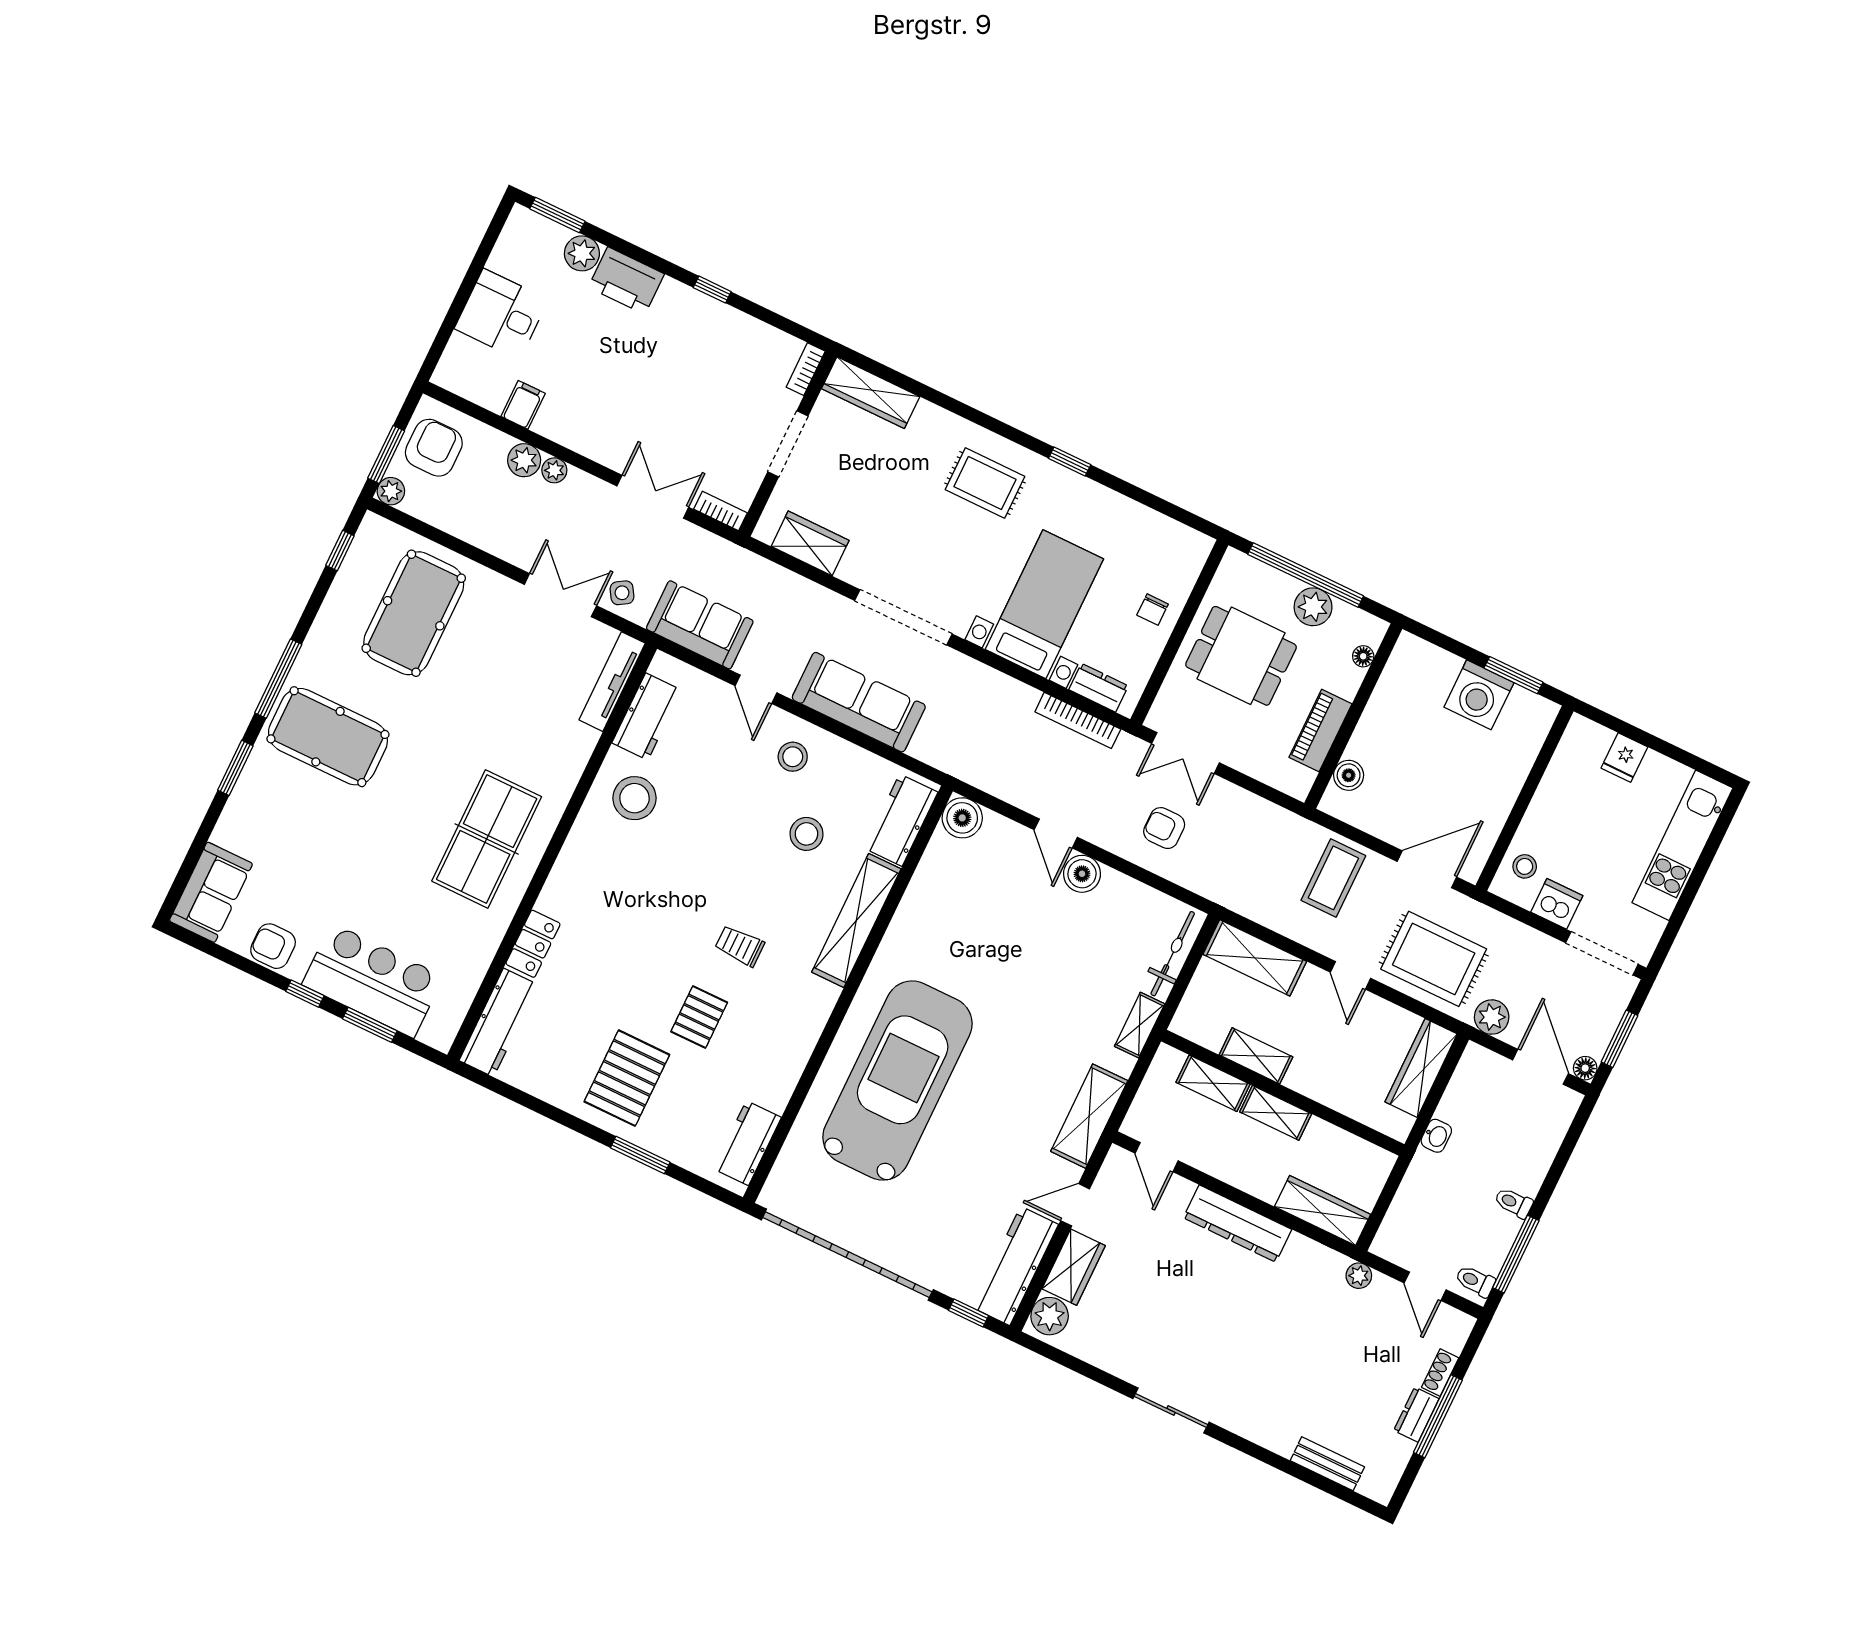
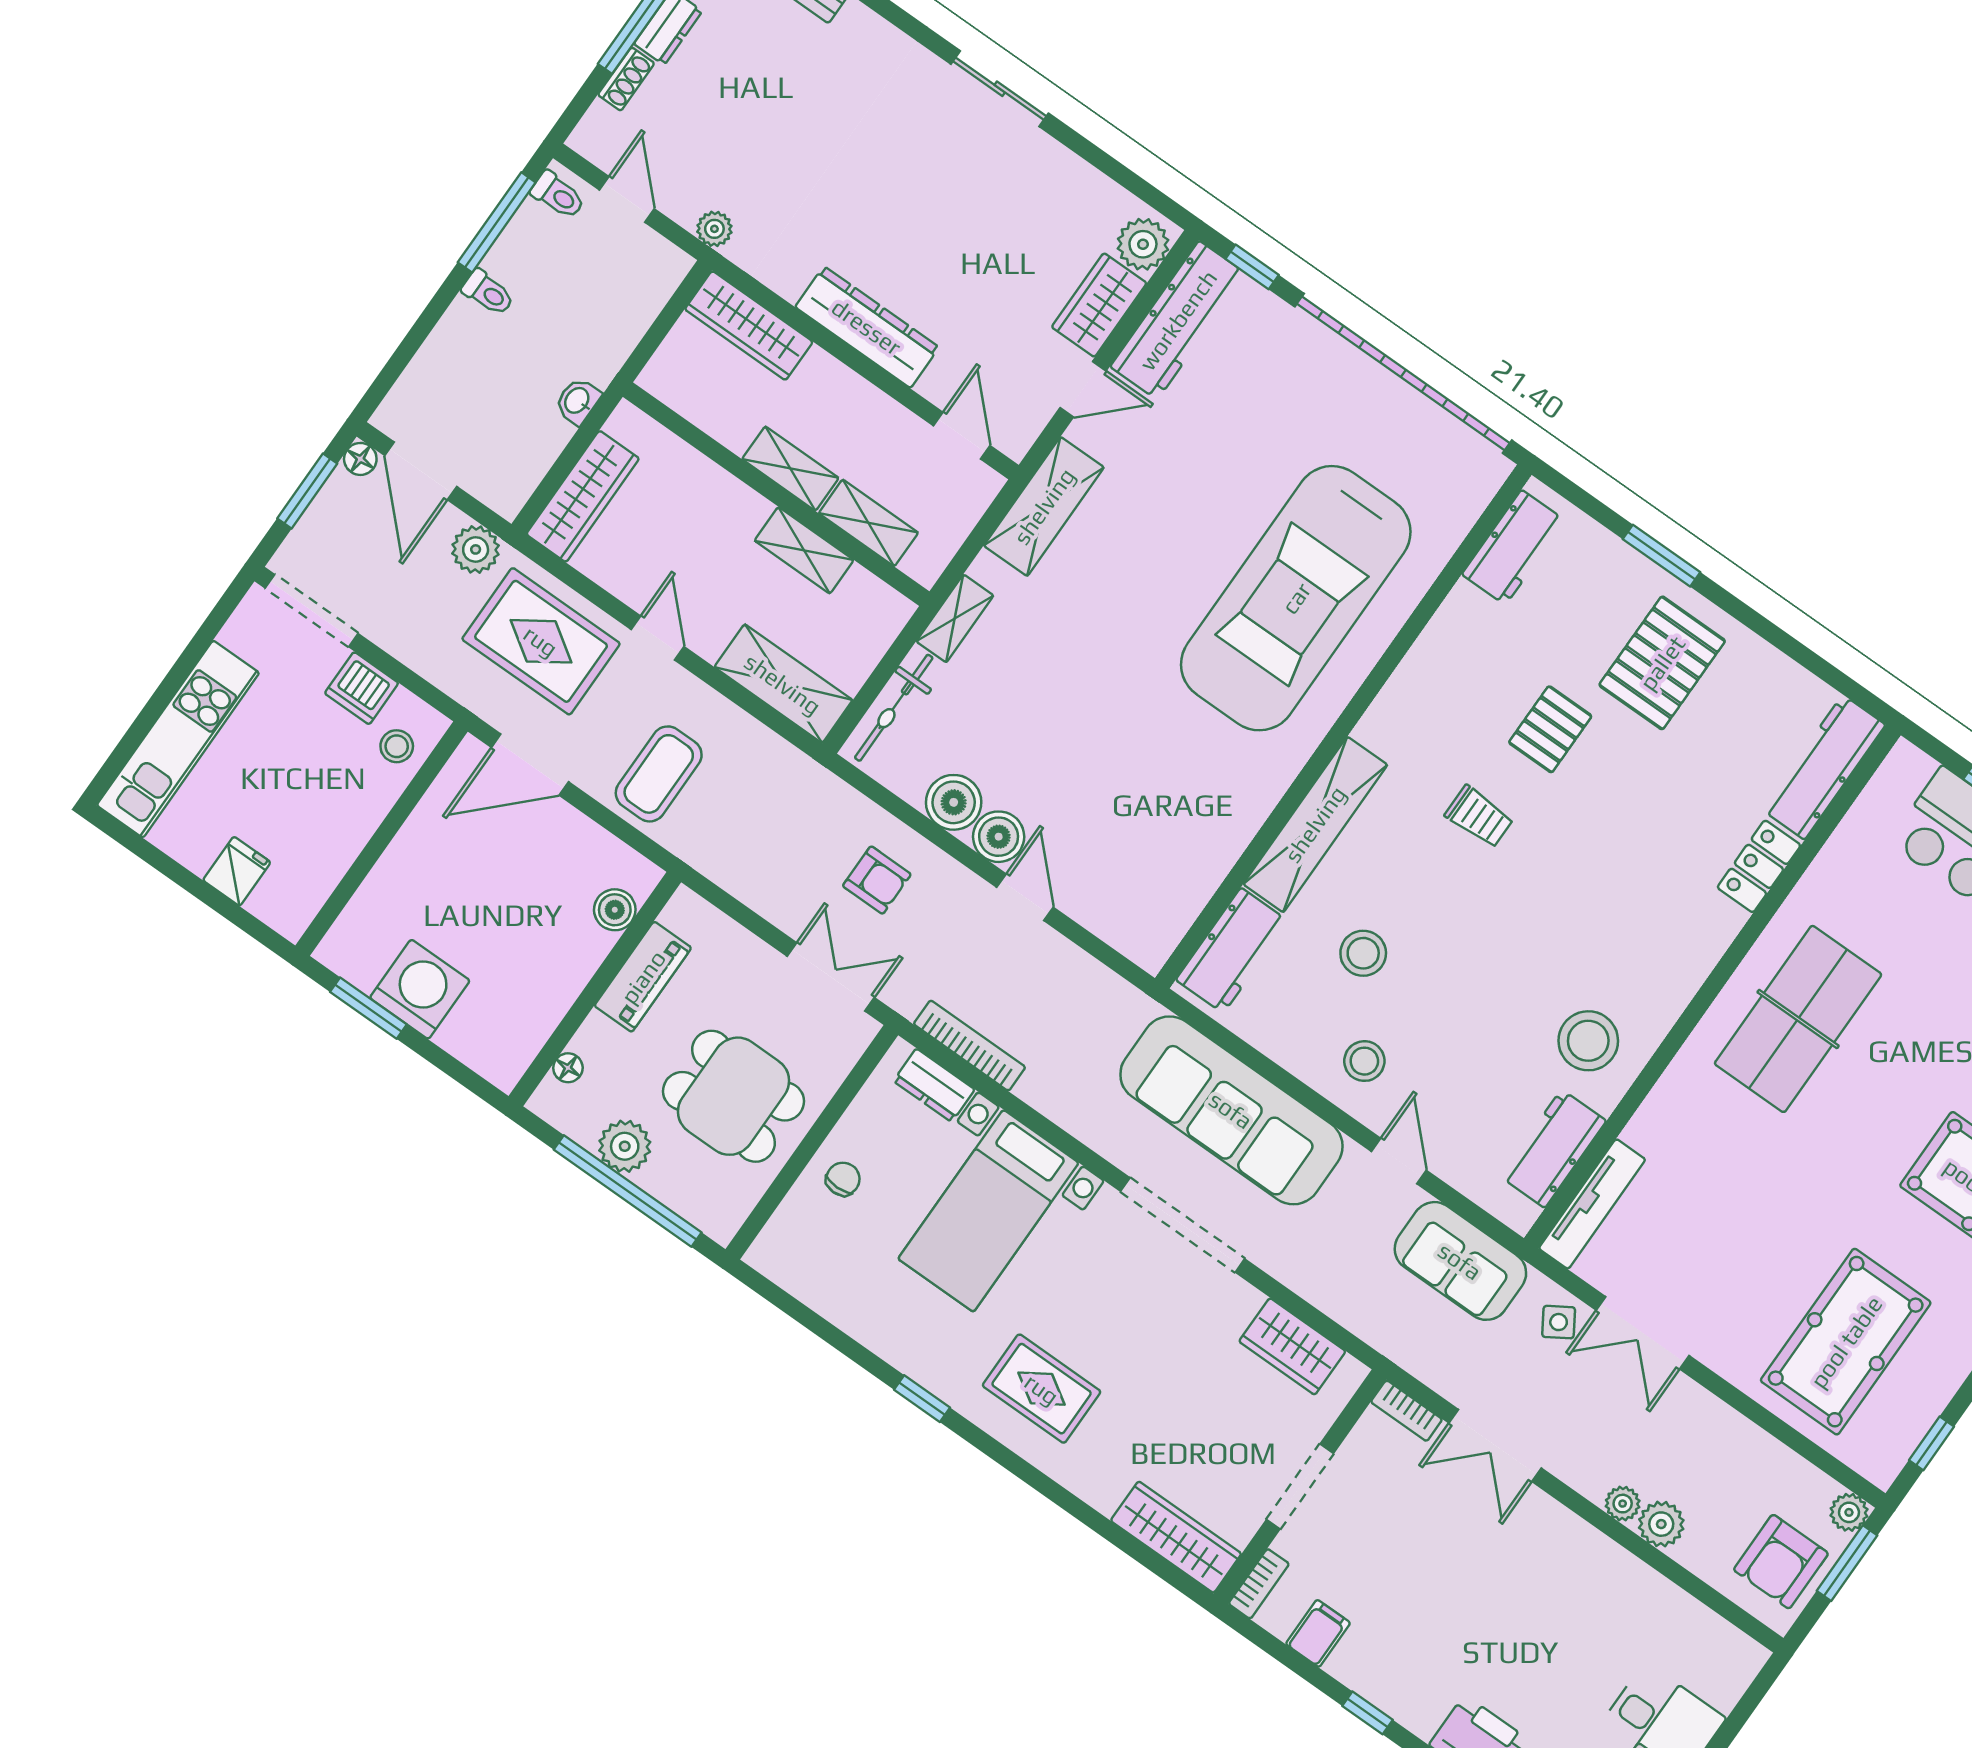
filing cabinet: (523, 405) -> (1318, 1633), moved, turned 180
sofa: (859, 702) -> (1231, 1110), width x1.36, depth x1.27
boiler: (962, 818) -> (954, 802), moved

